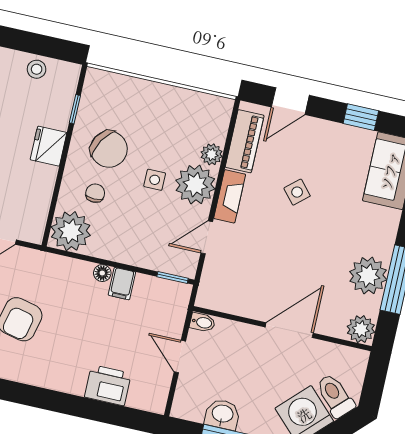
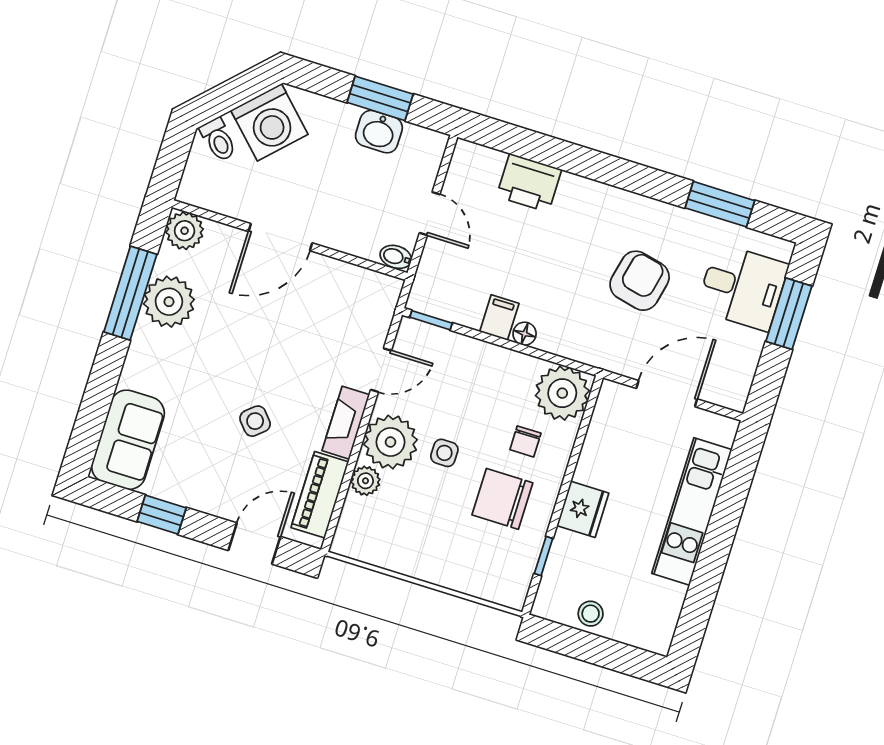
chair: (109, 149) -> (502, 499), turned -31
toilet: (335, 396) -> (218, 140), width x0.73, depth x0.72

